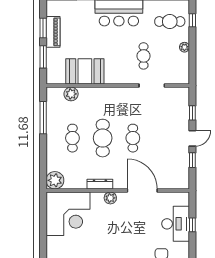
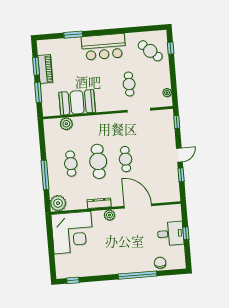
cafe table: (170, 21) -> (150, 51), turned 42
plant: (184, 47) -> (167, 93), moved
window: (192, 113) -> (177, 122), moved
window: (43, 118) -> (45, 175), moved
desk: (176, 224) -> (171, 234), width x0.73

